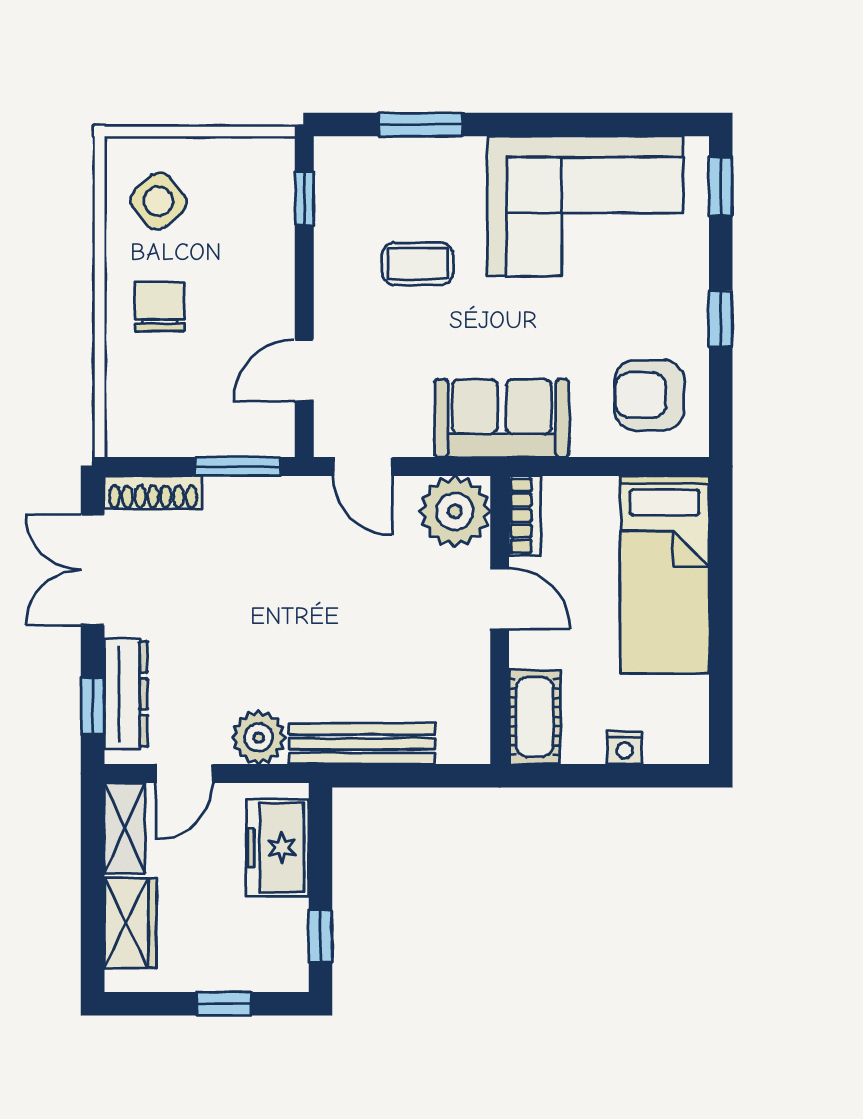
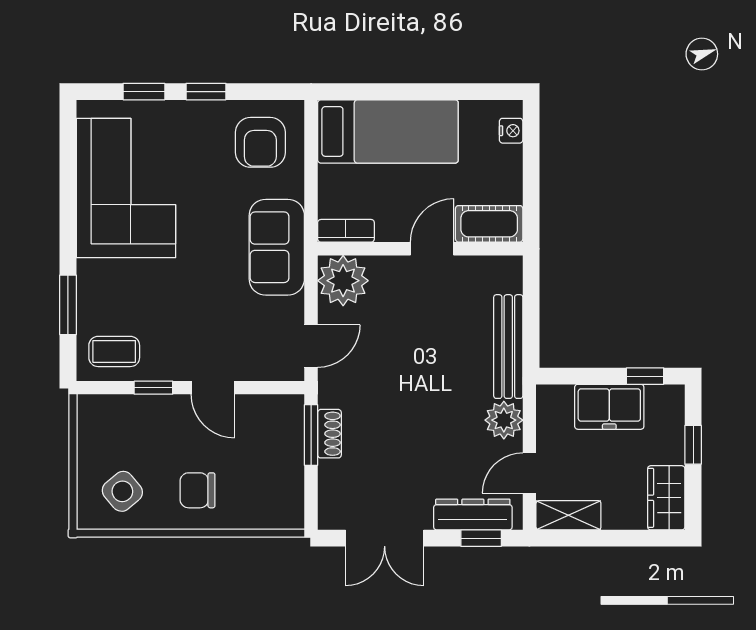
window: (721, 186) -> (144, 92), moved
window: (304, 199) -> (153, 388), moved
coffee table: (418, 264) -> (114, 351), moved, turned 90
door: (304, 370) -> (213, 388), moved
shoe rack: (153, 492) -> (329, 434), moved, width x0.70
door: (500, 599) -> (432, 249), moved
nightstand: (625, 748) -> (511, 131), moved
door: (184, 773) -> (529, 473), swing flipped
freezer: (277, 848) -> (609, 407), moved
wardrobe: (130, 923) -> (666, 498), moved, turned -90

